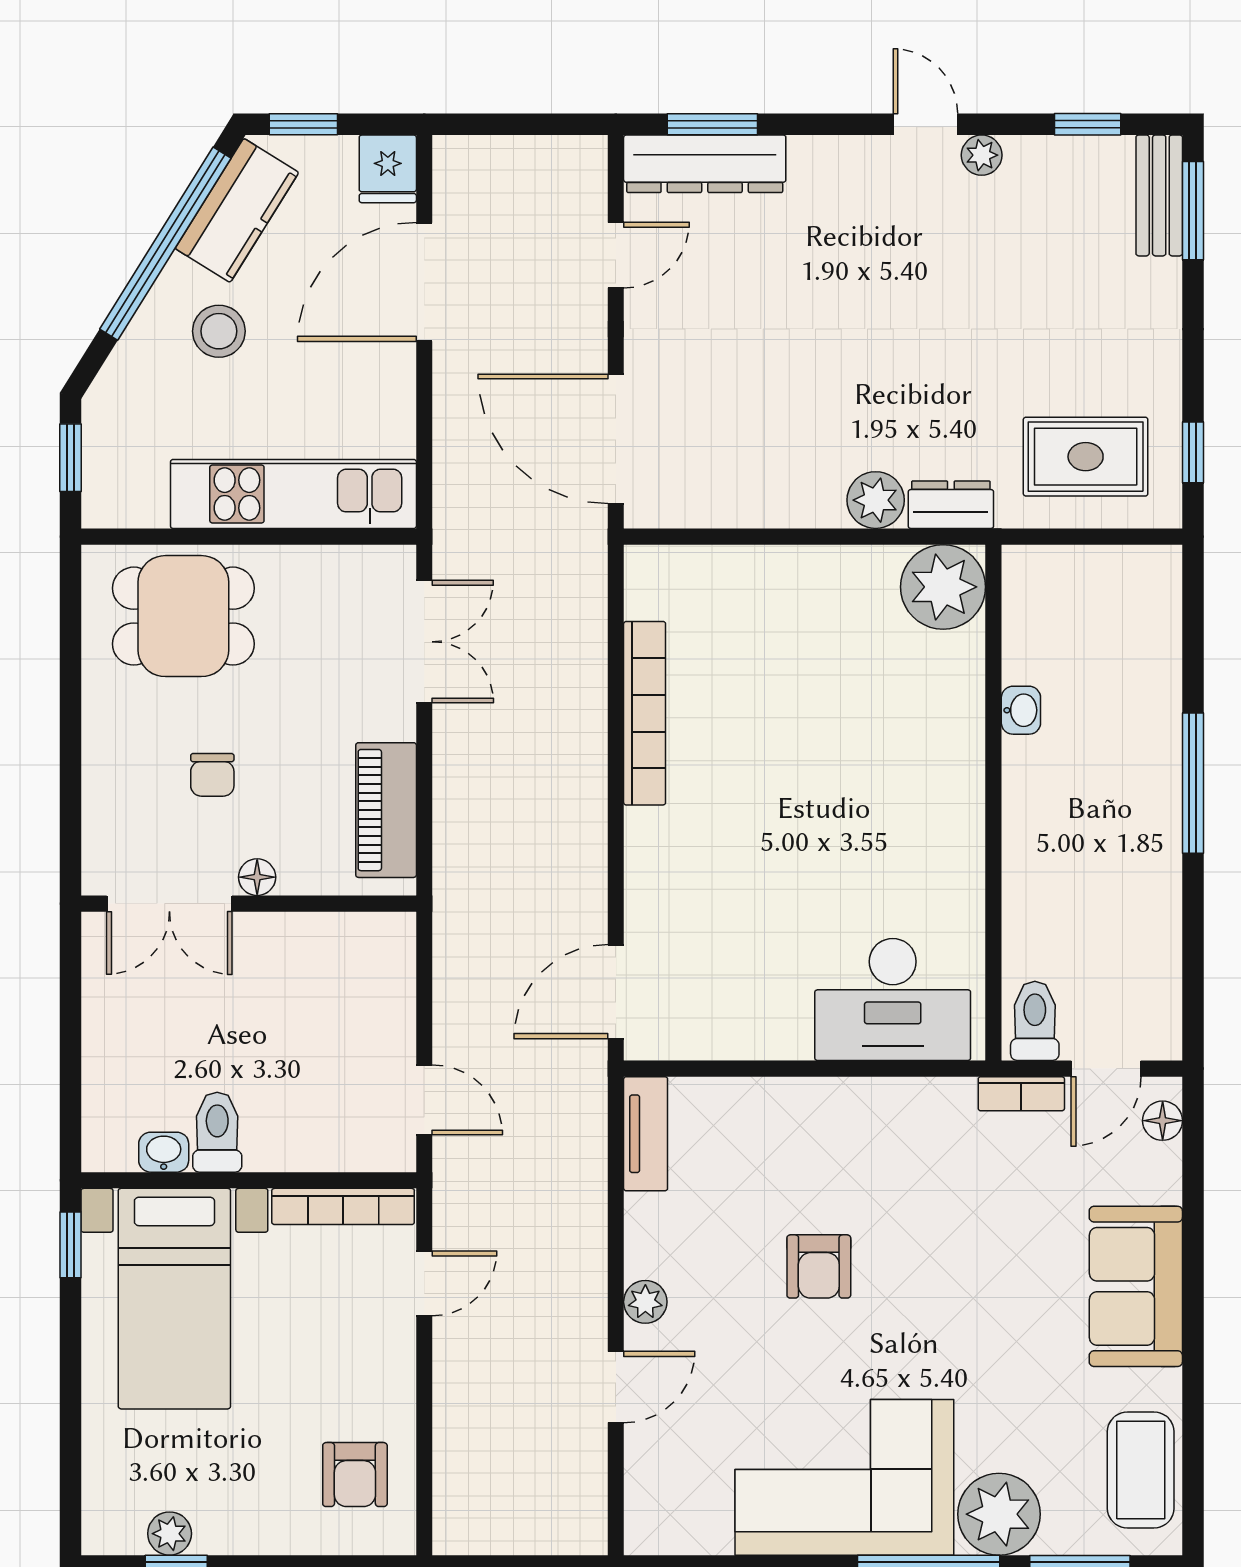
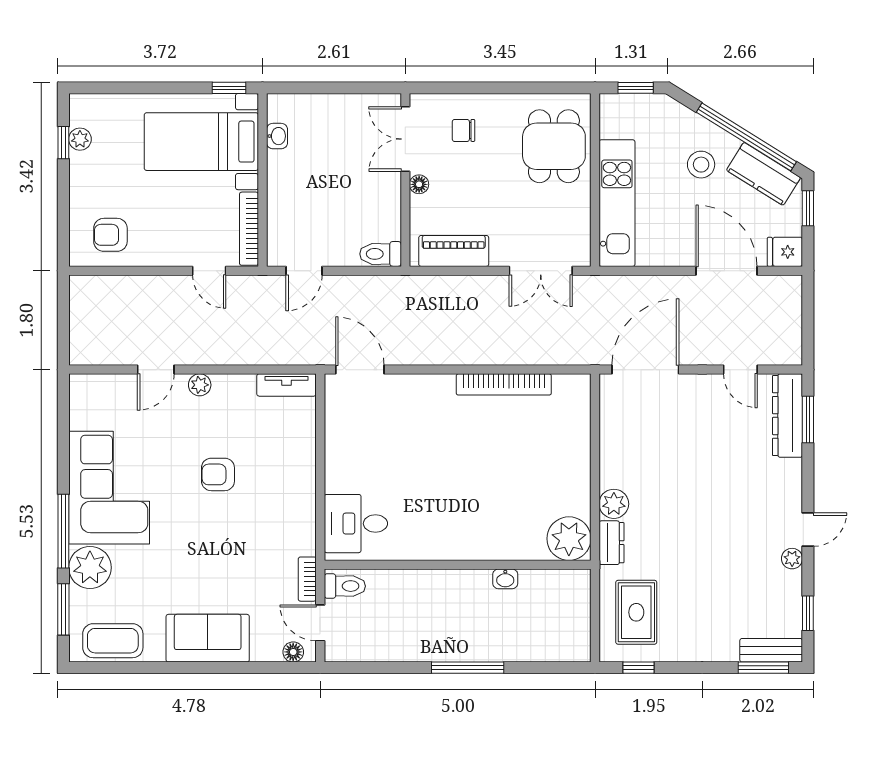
chair: (212, 775) -> (463, 130), moved
desk: (893, 999) -> (356, 524), width x0.73
toilet: (217, 1132) -> (381, 254), moved, turned 180
door: (616, 1387) -> (156, 370), hinge flipped

